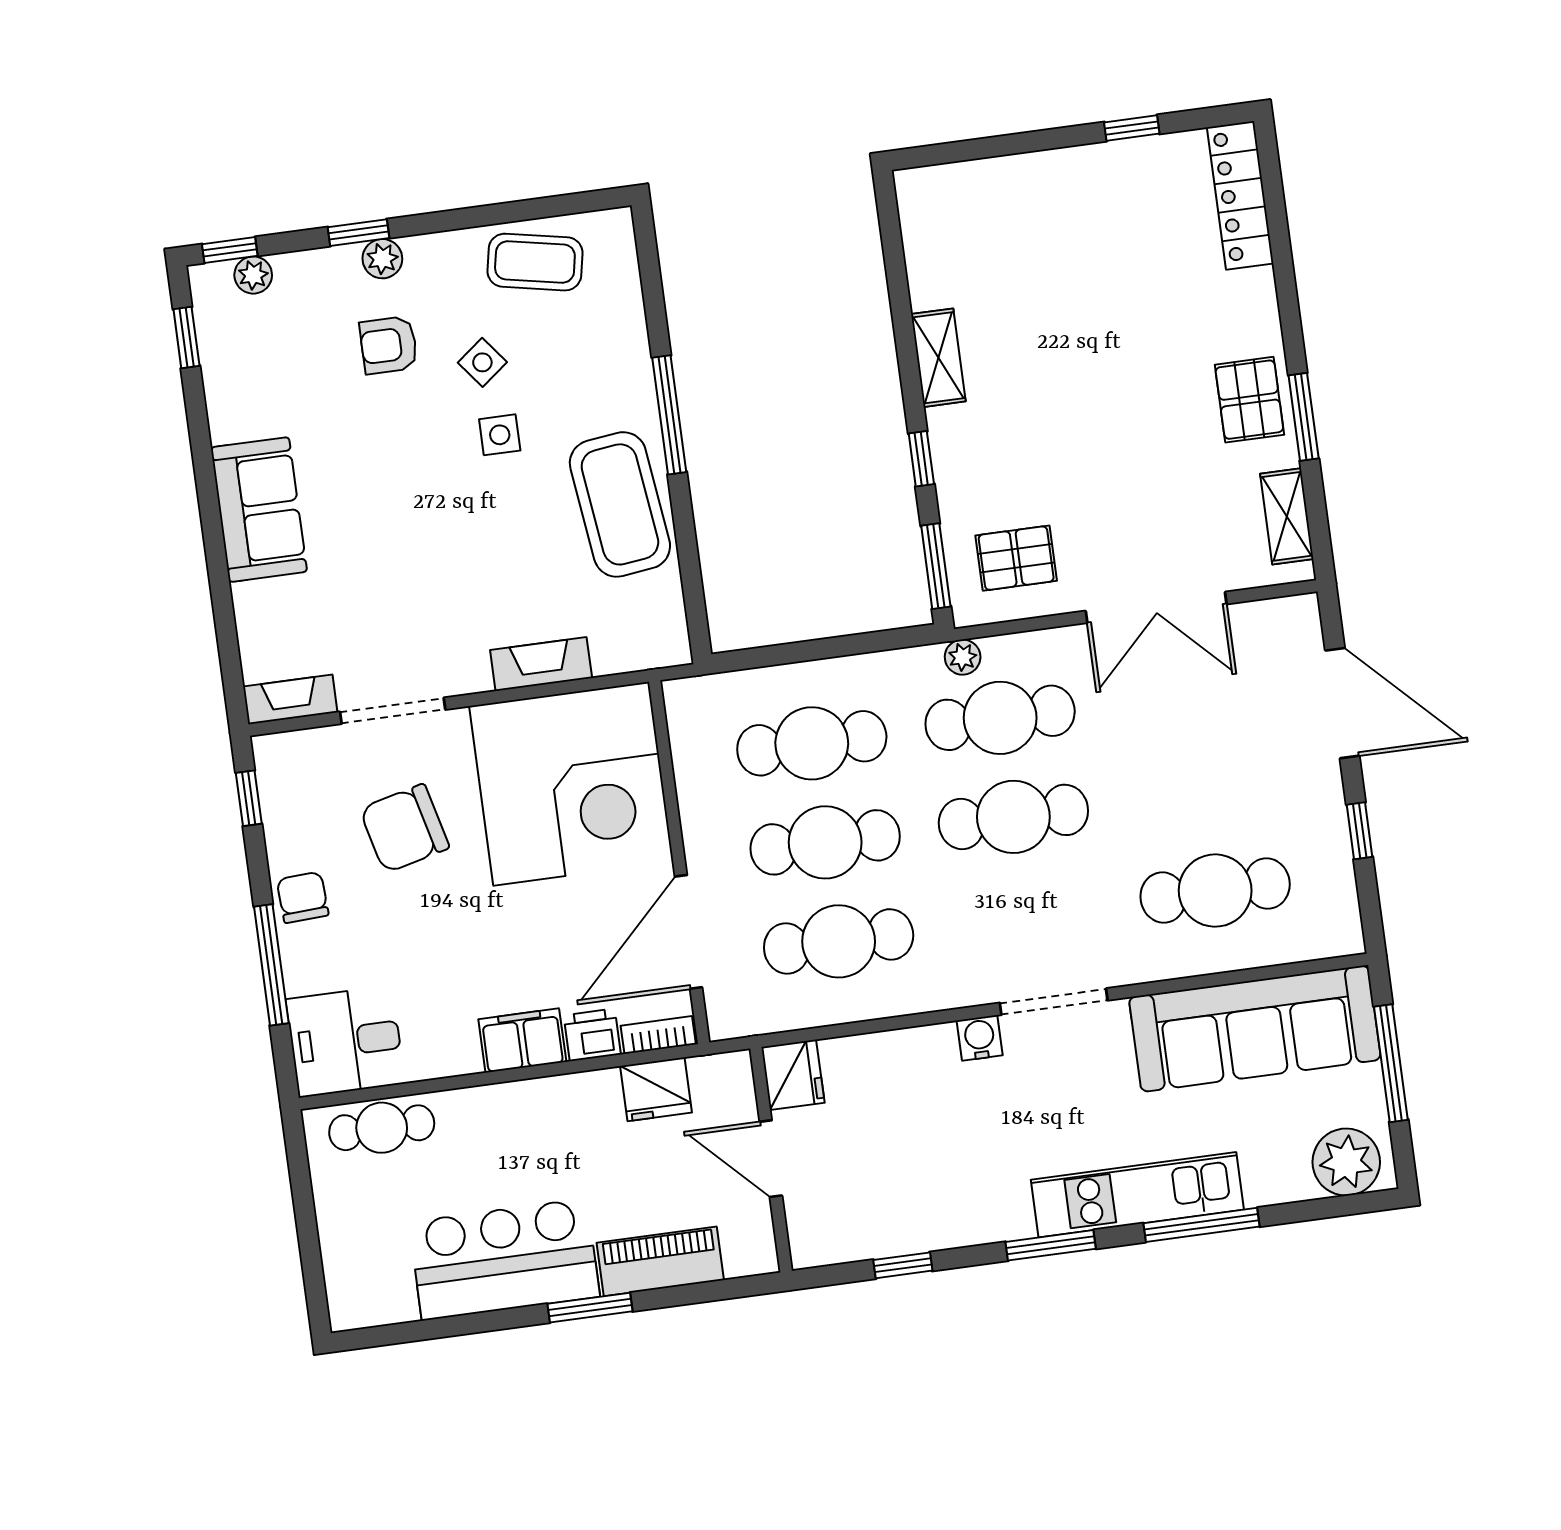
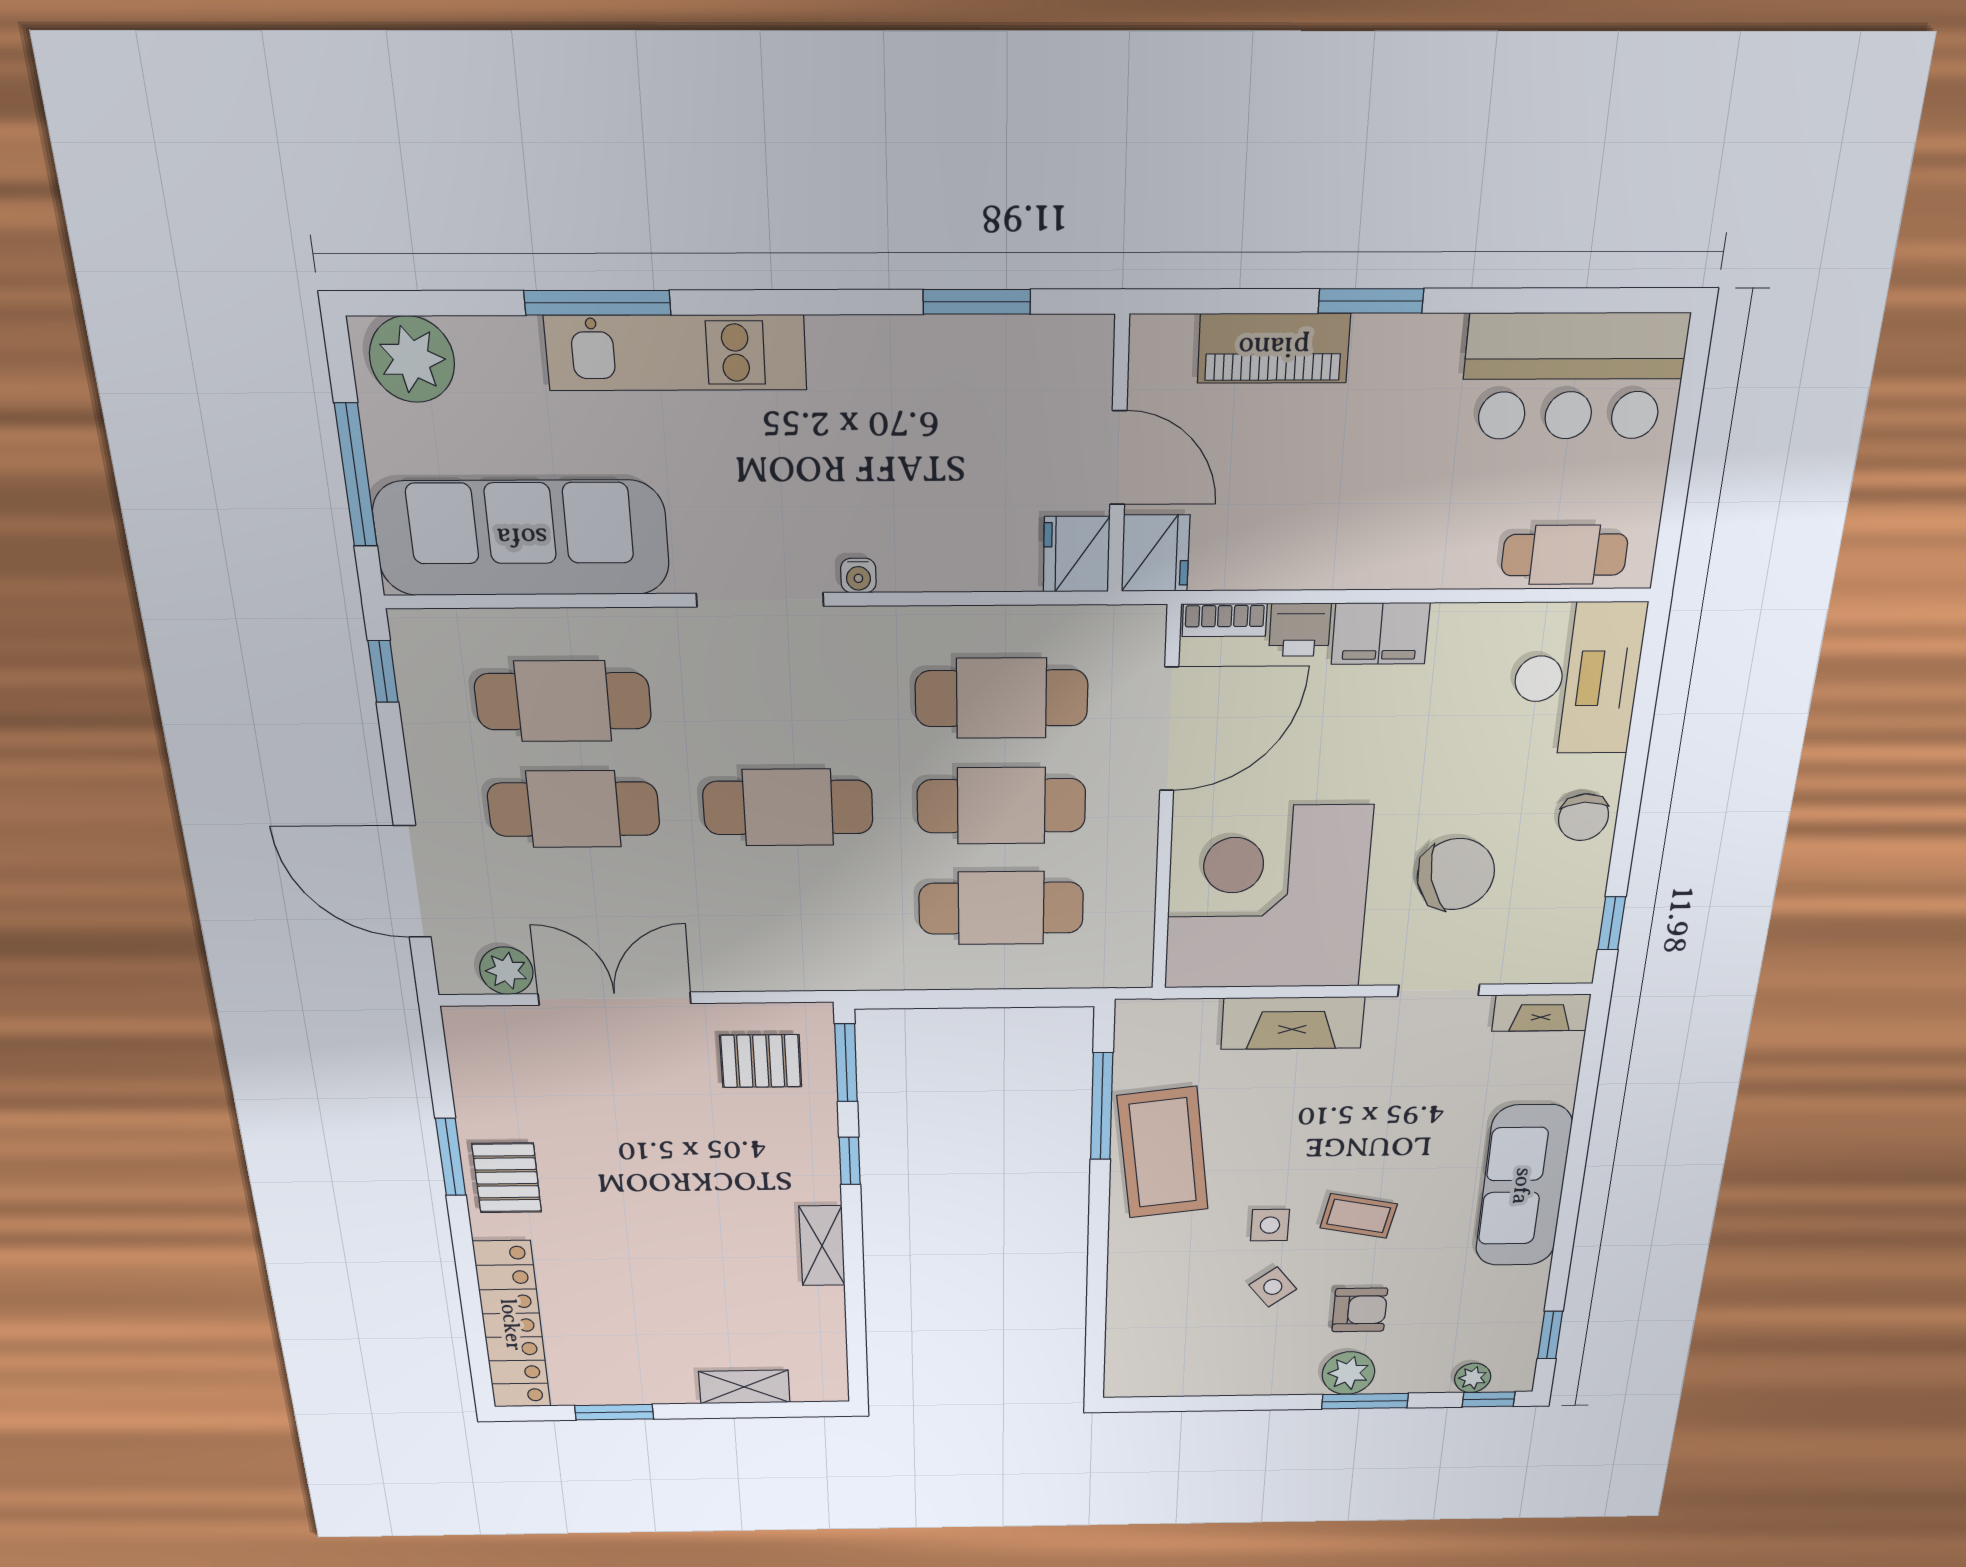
window: (1132, 128) -> (614, 1412), width x1.50
locker: (1240, 195) -> (512, 1325), width x1.41, depth x1.21
window: (358, 233) -> (1365, 1401), width x1.50
plant: (382, 259) -> (1348, 1373), width x1.38, depth x1.38
coffee table: (535, 262) -> (1359, 1216), moved, width x0.73, depth x0.77
window: (669, 415) -> (1102, 1106), moved
sofa: (259, 510) -> (1523, 1186), width x1.36
shelving: (1287, 516) -> (744, 1387), moved, turned 90
plant: (963, 657) -> (506, 971), moved, width x1.38, depth x1.38
fireplace: (541, 664) -> (1293, 1023), width x1.37, depth x1.32
doorway: (393, 711) -> (1439, 990), width x0.73
cafe table: (1000, 718) -> (574, 809), moved
window: (1360, 831) -> (383, 671), moved
window: (271, 965) -> (1637, 751), removed
water cooler: (980, 1038) -> (858, 576), width x0.72, depth x0.72
desk: (345, 1041) -> (1577, 679), width x1.37
fridge: (656, 1089) -> (1155, 553), moved, turned 90
window: (1051, 1245) -> (789, 302), removed
bar counter: (504, 1259) -> (1573, 376), moved
window: (903, 1265) -> (977, 302), width x1.50

